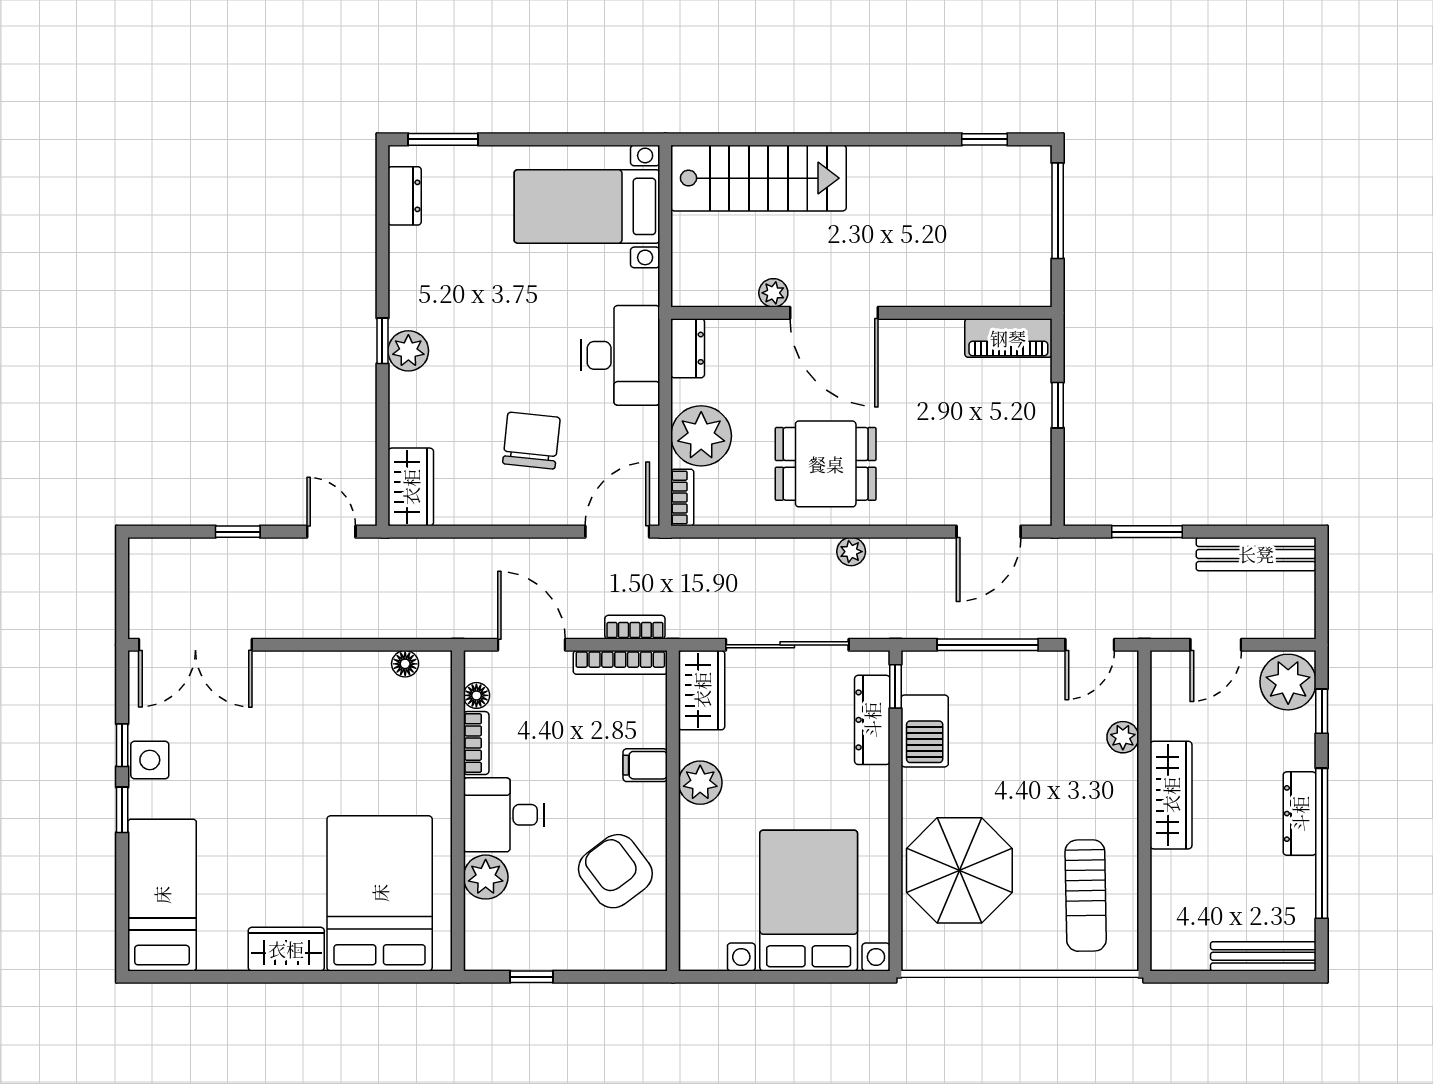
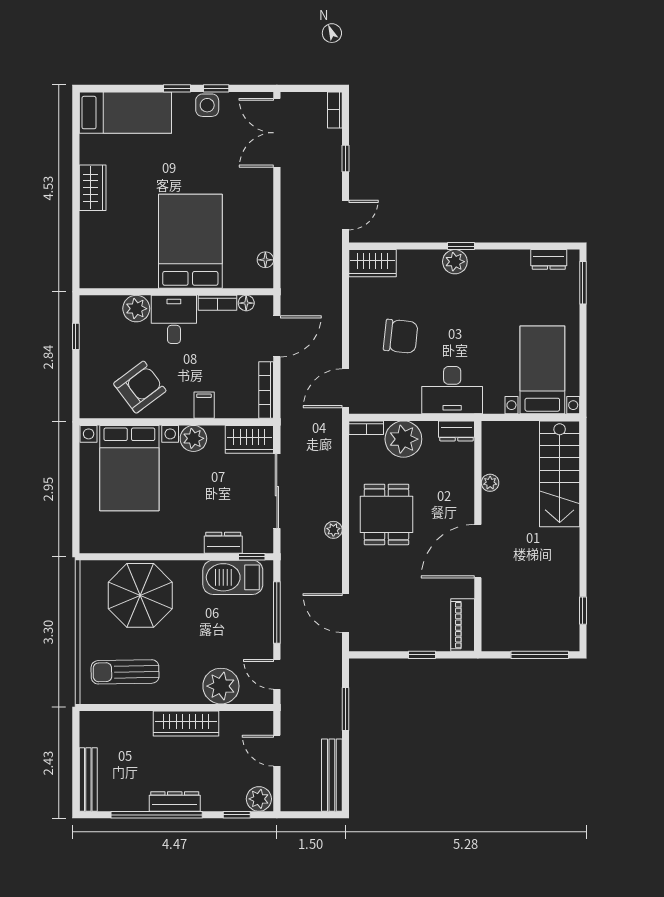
door: (834, 313) -> (478, 551), moved
door: (617, 532) -> (345, 388), swing flipped
bookcase: (635, 627) -> (335, 110), moved, turned 180
plant: (1288, 682) -> (259, 799), width x0.73, depth x0.73
dresser: (872, 720) -> (223, 543), width x0.70
barbecue: (925, 731) -> (233, 577), width x1.37, depth x1.21
plant: (1123, 737) -> (221, 686), width x1.88, depth x1.88
bed: (380, 893) -> (190, 241), moved, turned -90
bed with nightstands: (809, 901) -> (129, 468), moved, turned 90

